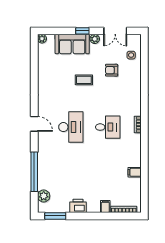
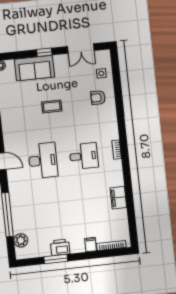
plant: (95, 39) -> (59, 60), removed
armchair: (112, 70) -> (98, 98), moved
filing cabinet: (135, 172) -> (118, 198), width x2.00
window: (55, 216) -> (56, 259), moved

